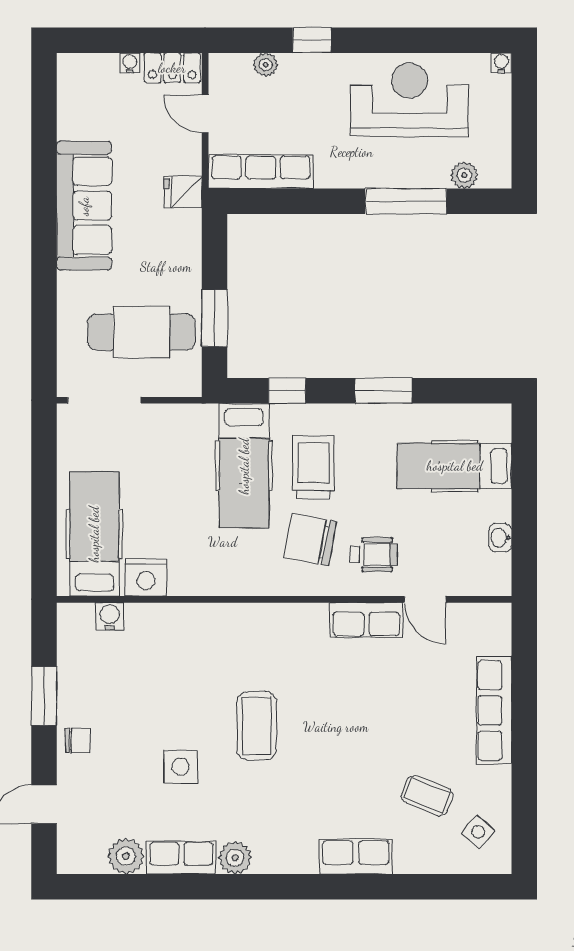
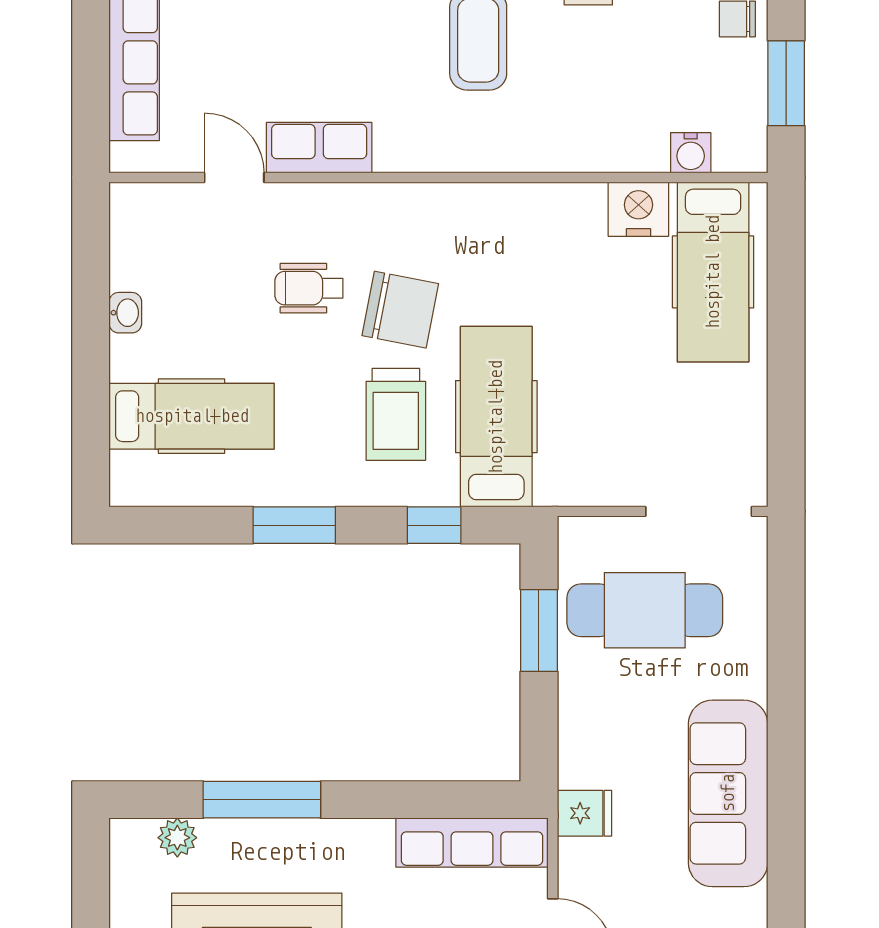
hospital bed: (94, 534) -> (713, 272), moved
nightstand: (146, 577) -> (638, 209), moved
wall: (284, 599) -> (438, 177), moved
door: (425, 599) -> (234, 177), moved
water cooler: (110, 616) -> (691, 153), moved
row of seats: (366, 620) -> (319, 148), moved

